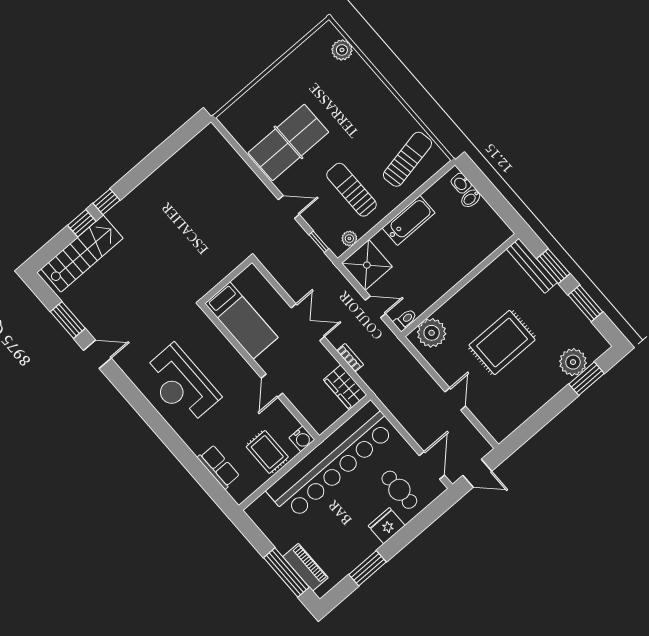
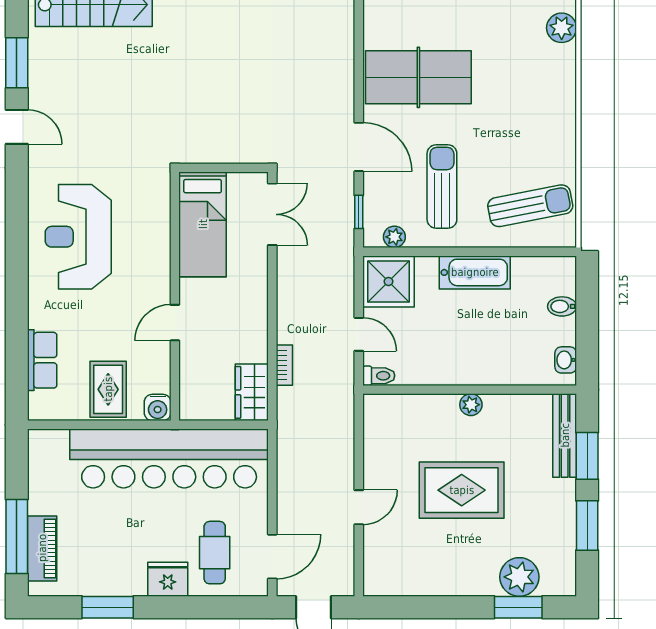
washbasin: (461, 183) -> (566, 360), moved
door: (289, 207) -> (359, 147), width x1.38
double door: (308, 322) -> (272, 214), moved
plant: (432, 333) -> (471, 405), moved, width x0.53, depth x0.53

